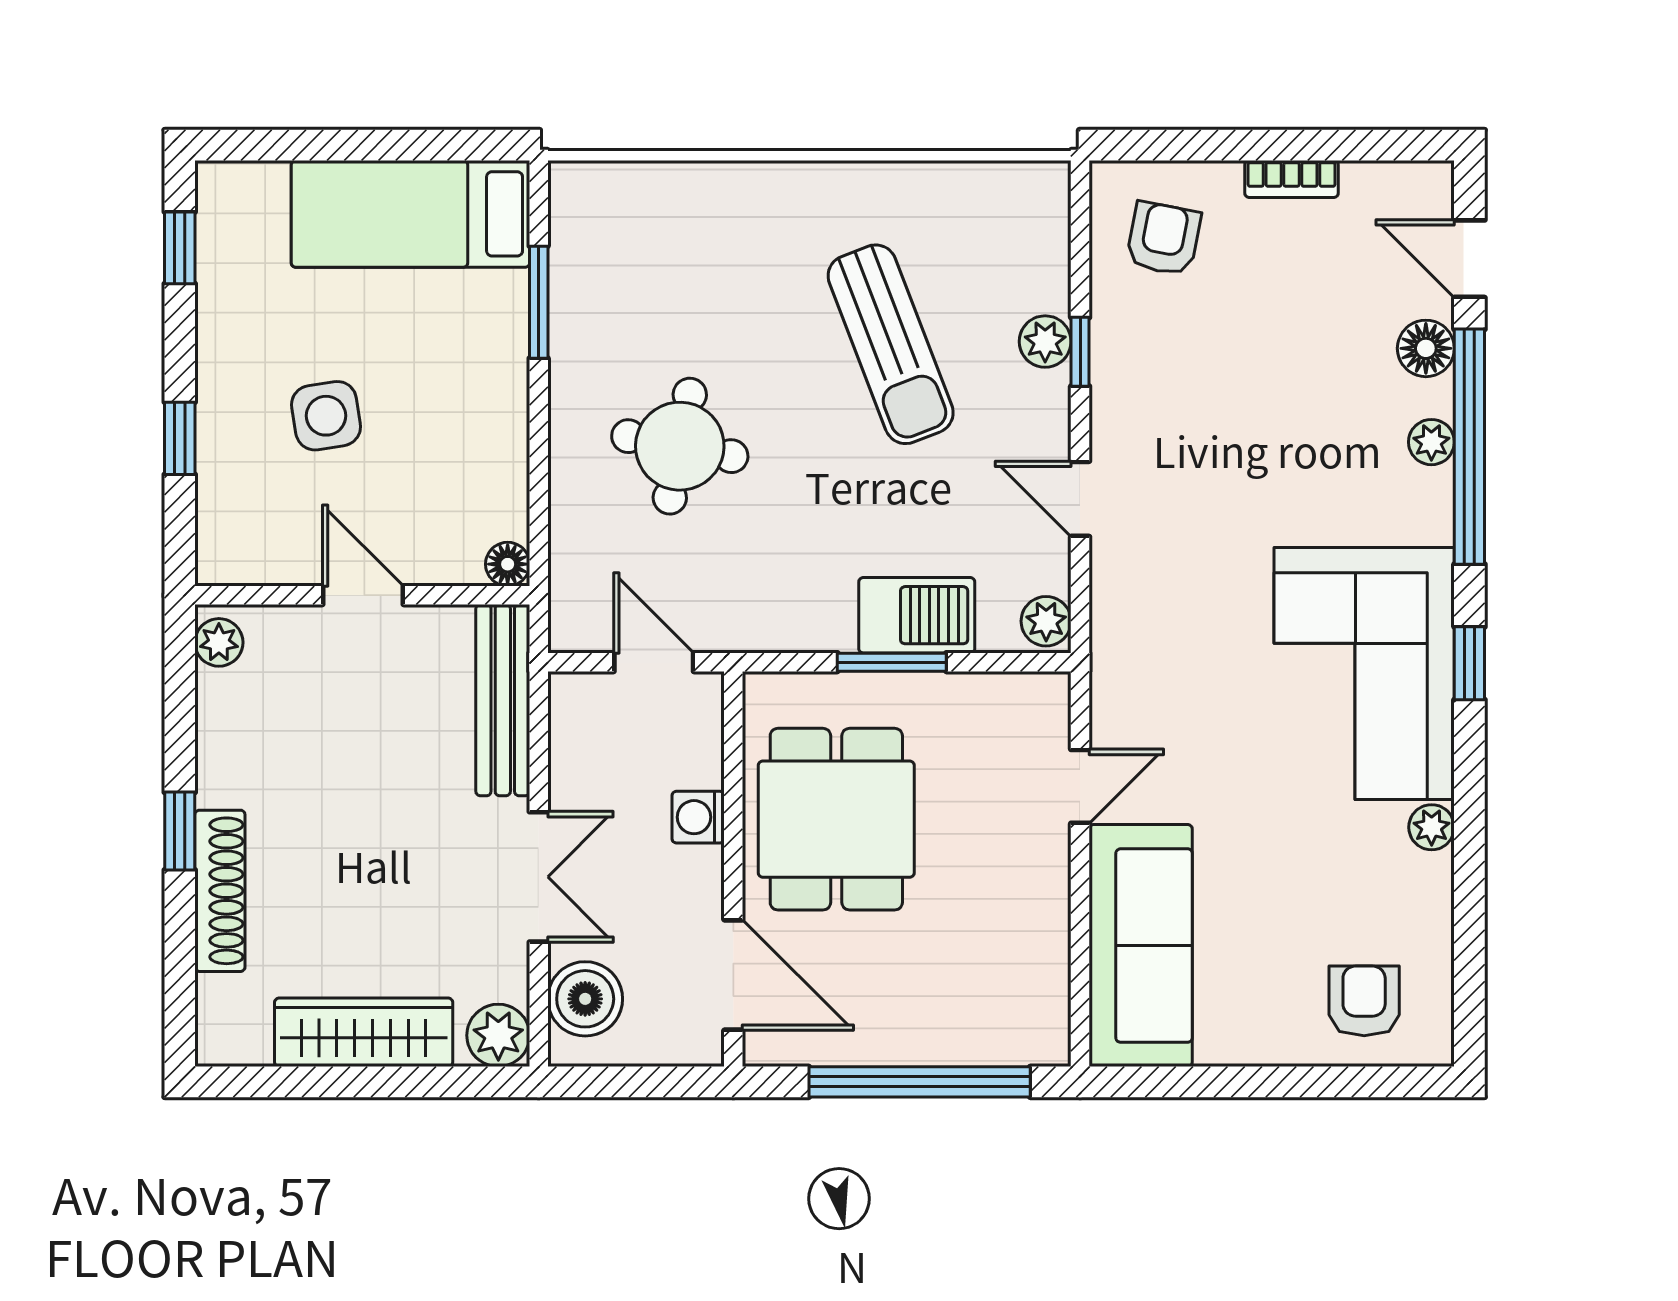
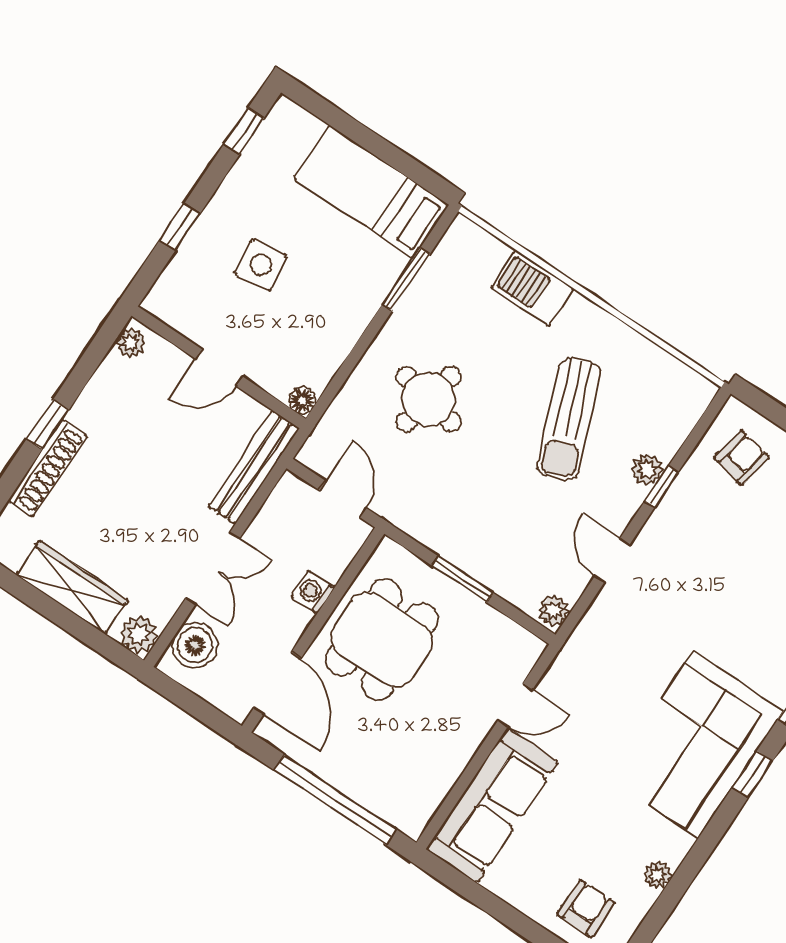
door: (363, 595) -> (219, 368), swing flipped
barbecue: (917, 615) -> (532, 288), moved, turned 180
plant: (1432, 827) -> (658, 875), moved

